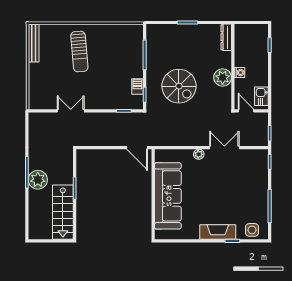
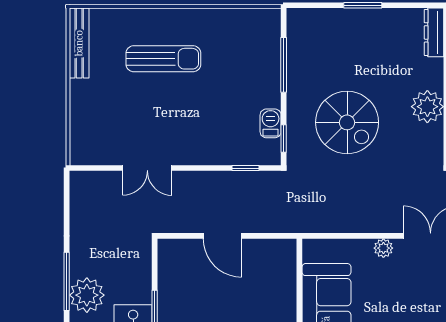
sun lounger: (79, 52) -> (163, 59), turned -85
double door: (71, 111) -> (147, 168), swing flipped
door: (137, 148) -> (222, 236), moved

